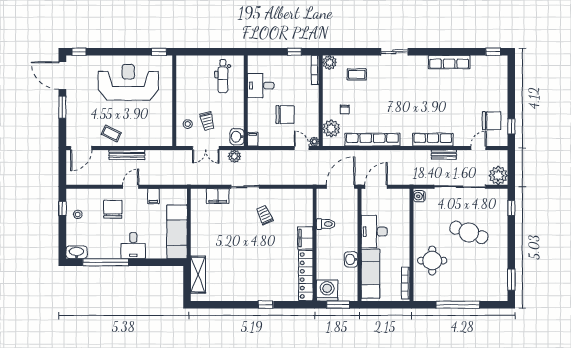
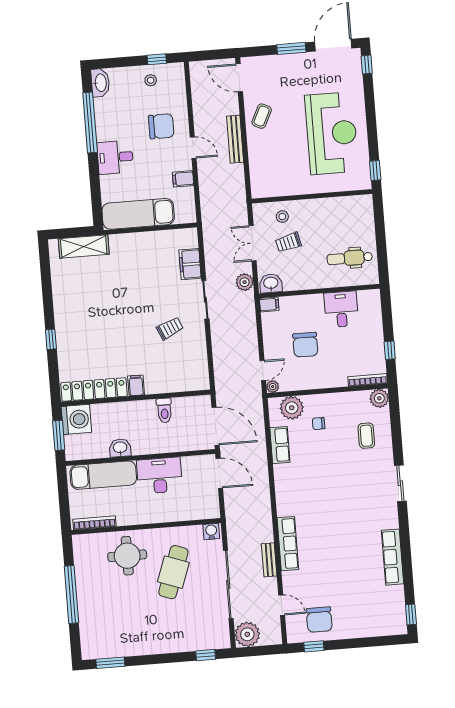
row of seats: (372, 140) -> (280, 445), width x0.50
cafe table: (469, 232) -> (173, 572), moved
filing cabinet: (305, 238) -> (136, 385), width x0.50

